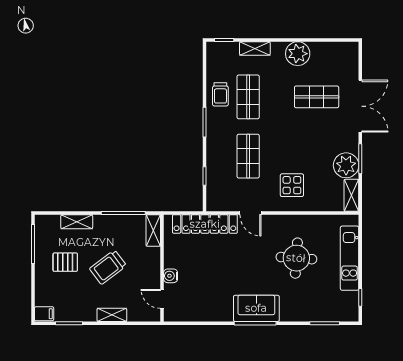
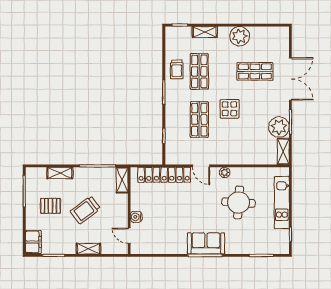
display table: (292, 185) -> (230, 109), moved
plant: (279, 221) -> (225, 172), added
filing cabinet: (44, 314) -> (33, 242), width x2.00

